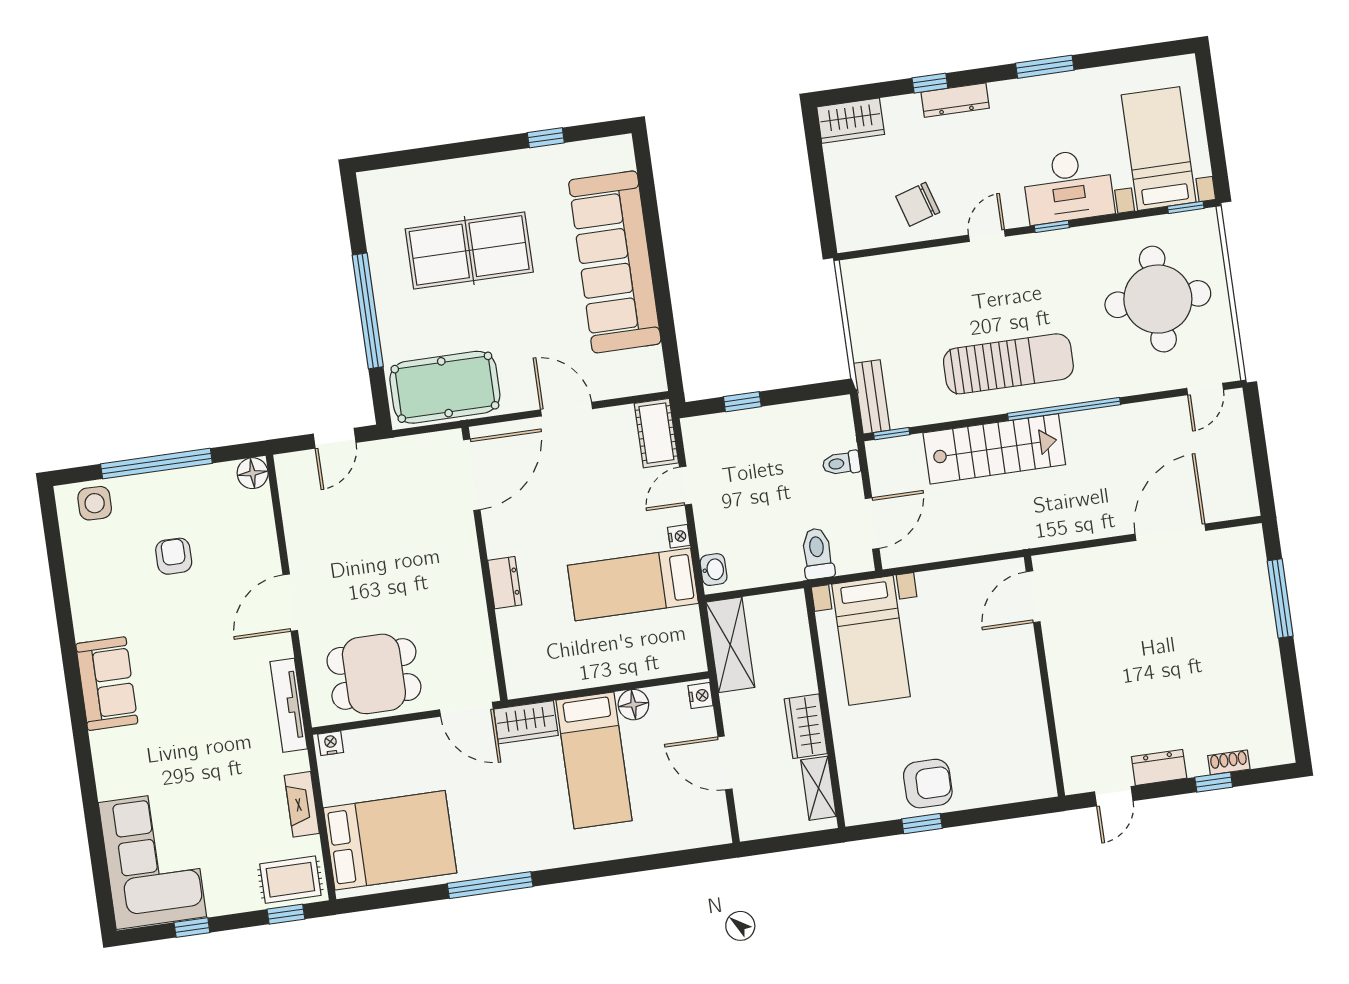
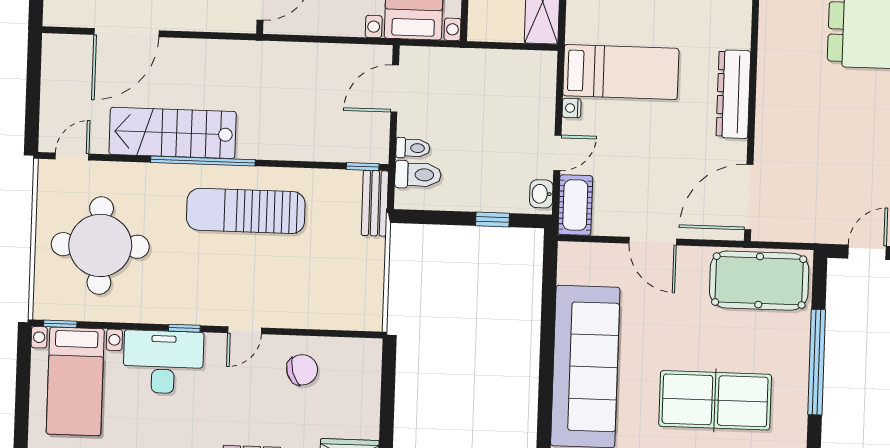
stairs: (994, 449) -> (173, 133), moved
toilet: (817, 554) -> (418, 175), moved, turned -90
washbasin: (714, 570) -> (541, 194), moved
dresser: (505, 583) -> (733, 94), width x1.96, depth x1.24

